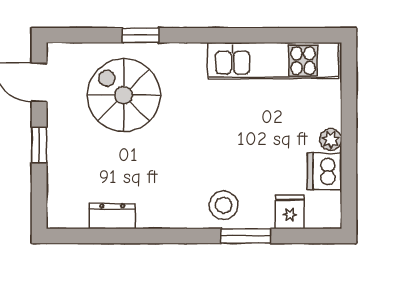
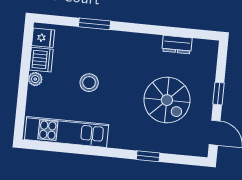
spiral stairs: (124, 95) -> (167, 100), moved
stool: (224, 205) -> (89, 83), moved
fridge: (290, 212) -> (43, 38), moved, turned -90

